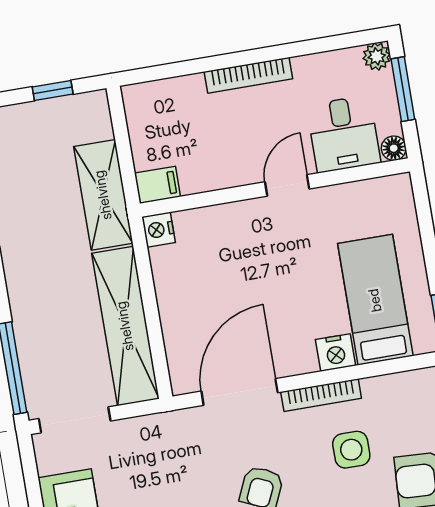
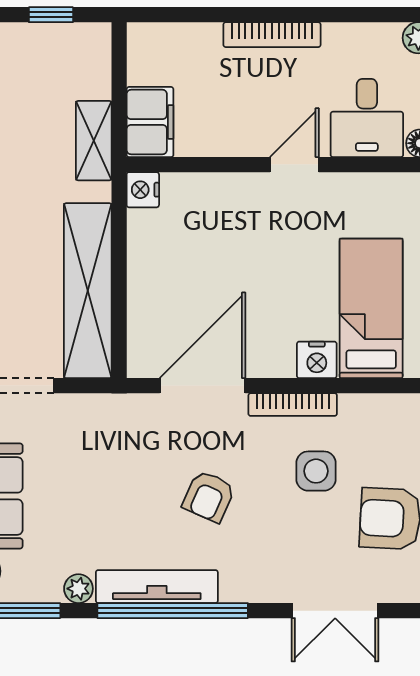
filing cabinet: (157, 185) -> (150, 122), width x2.00
shelving: (103, 195) -> (94, 141), width x0.67, depth x0.75

